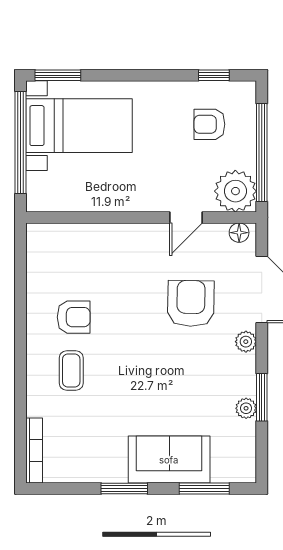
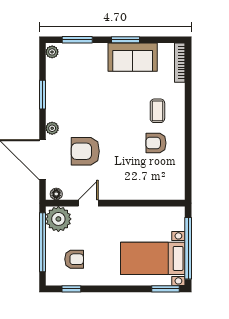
armchair: (191, 303) -> (85, 151), turned 89
plant: (246, 408) -> (52, 52), moved
sofa: (169, 460) -> (133, 57), moved

